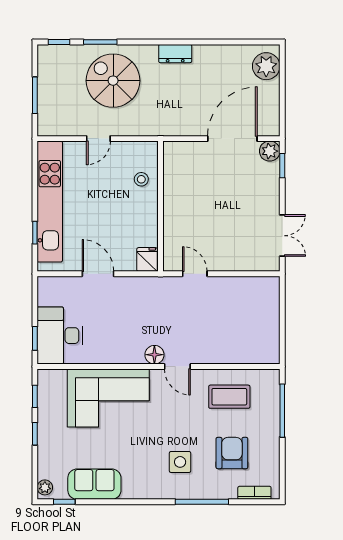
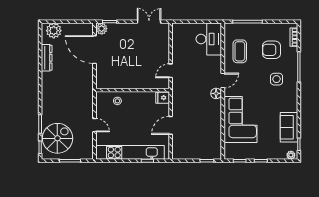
dresser: (175, 54) -> (47, 58), moved, width x1.44
spiral stairs: (113, 81) -> (57, 138), moved, turned 180
desk: (60, 336) -> (209, 39), moved, turned -90

